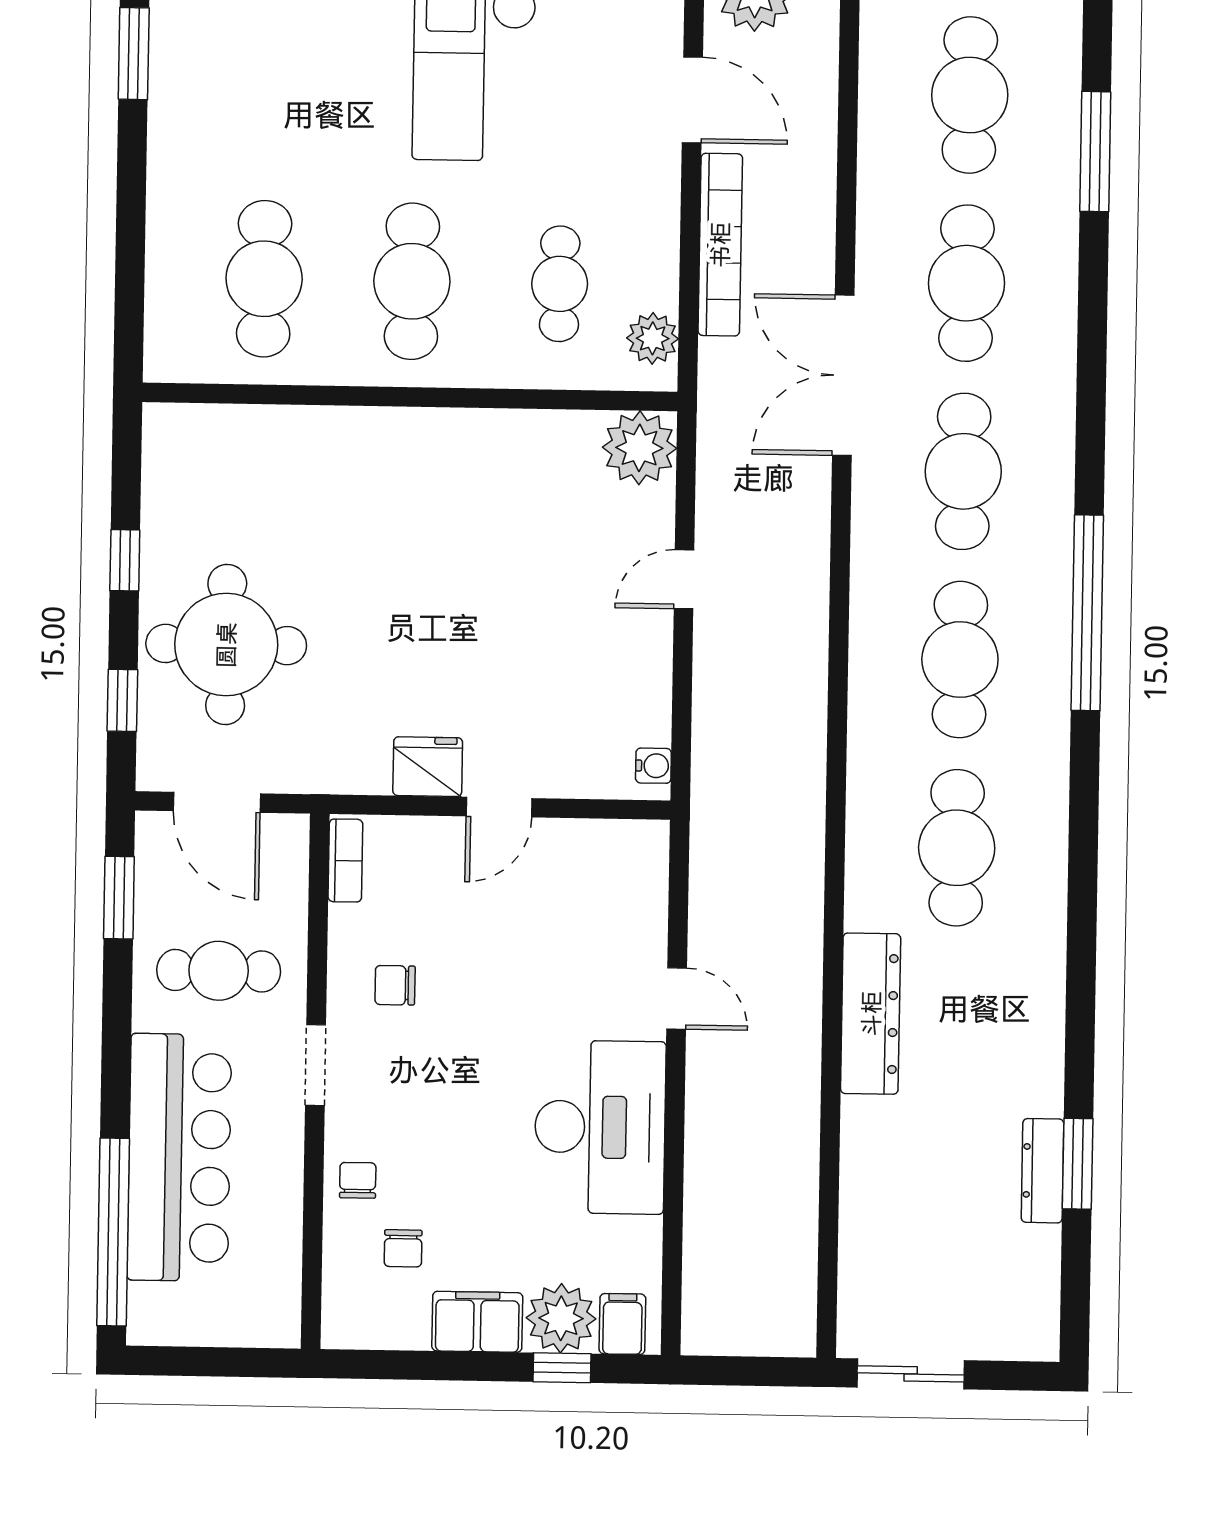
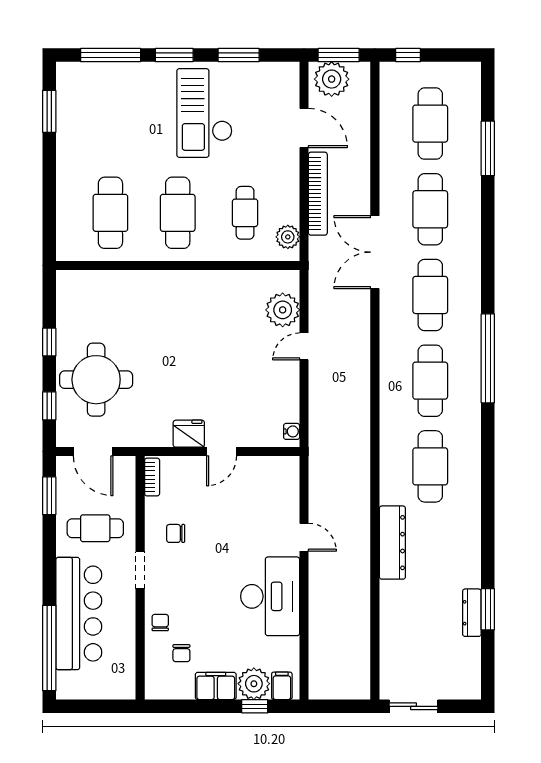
plant: (639, 448) -> (283, 310), moved

